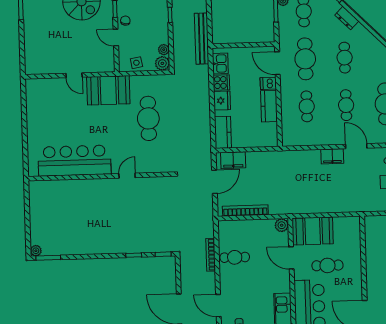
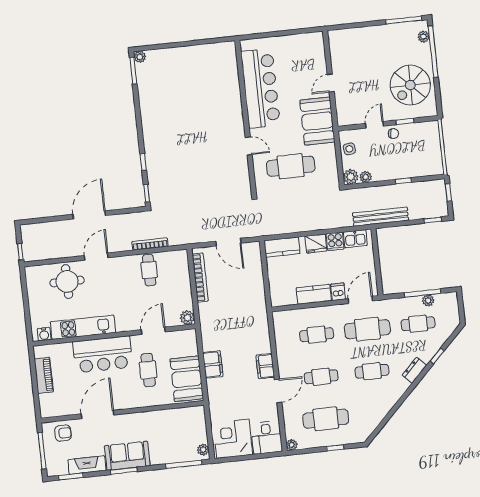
filing cabinet: (233, 160) -> (213, 364), moved, turned 180
bar counter: (74, 161) -> (260, 88), moved
wall: (101, 176) -> (246, 118), moved
door: (127, 176) -> (249, 146), moved
booth: (313, 231) -> (187, 379), moved

